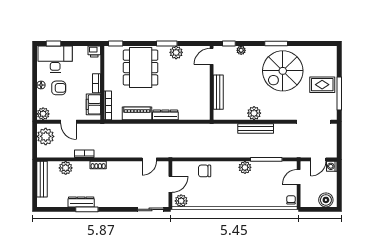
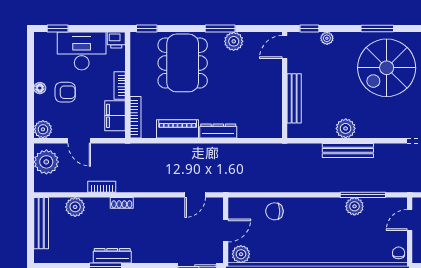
desk: (55, 59) -> (82, 51), moved
plant: (245, 167) -> (354, 206), moved
dresser: (81, 202) -> (112, 256), moved

